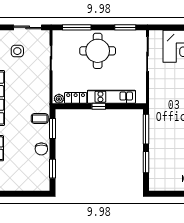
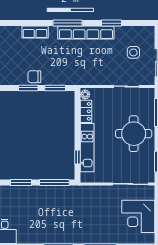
window: (99, 106) -> (77, 157), moved
coffee table: (40, 119) -> (65, 75), removed
window: (53, 169) -> (28, 88), moved

